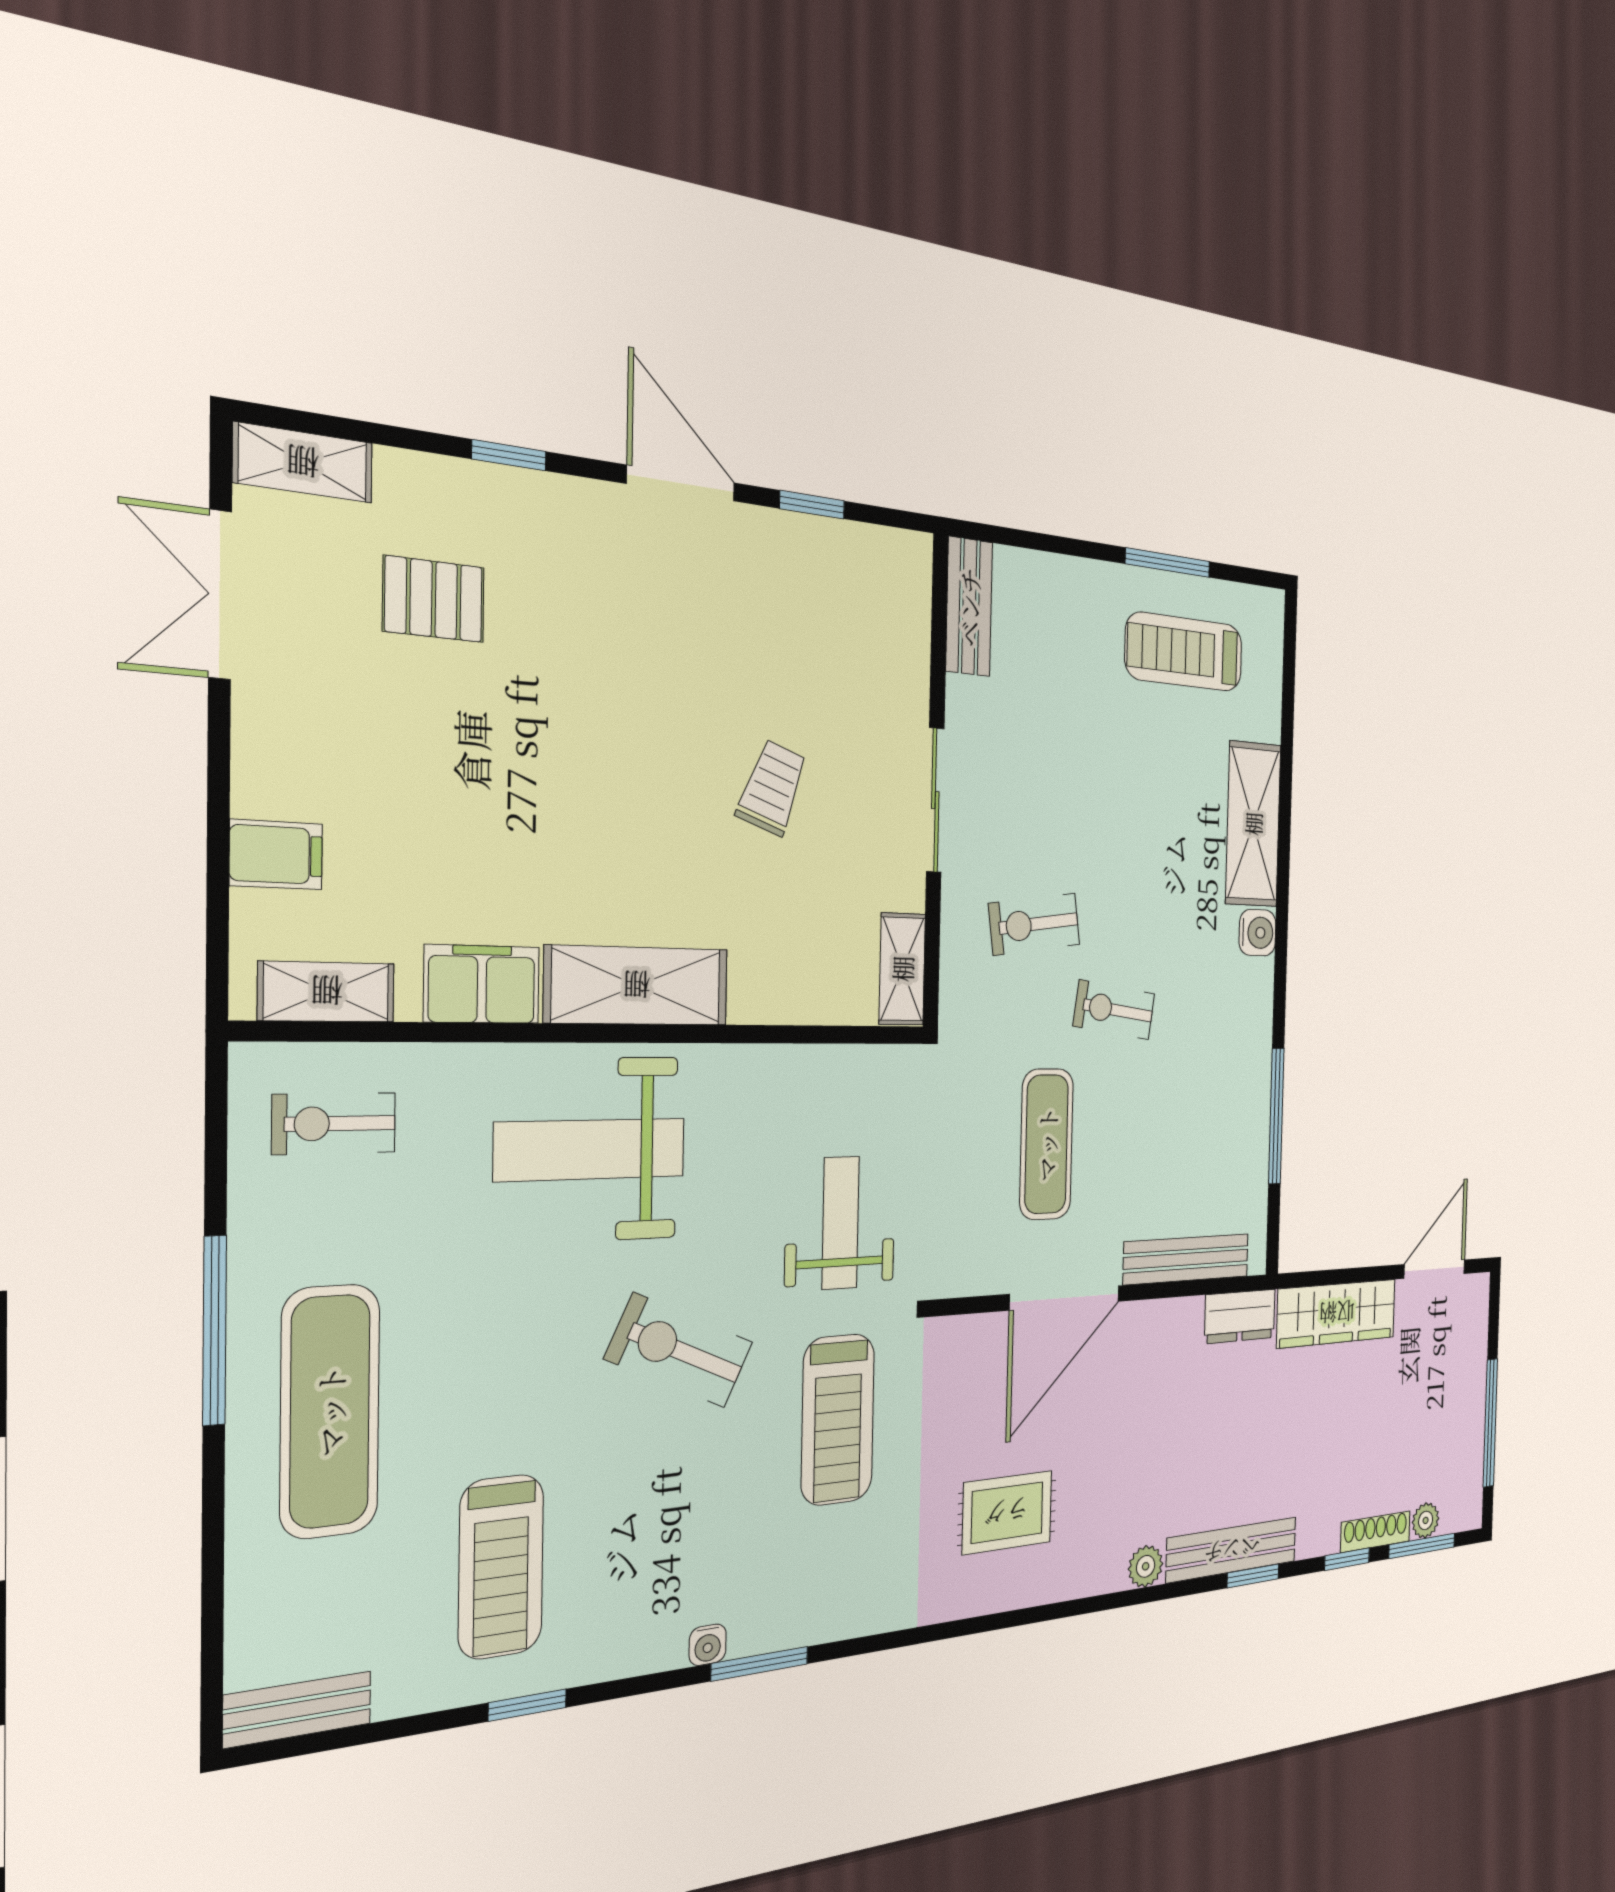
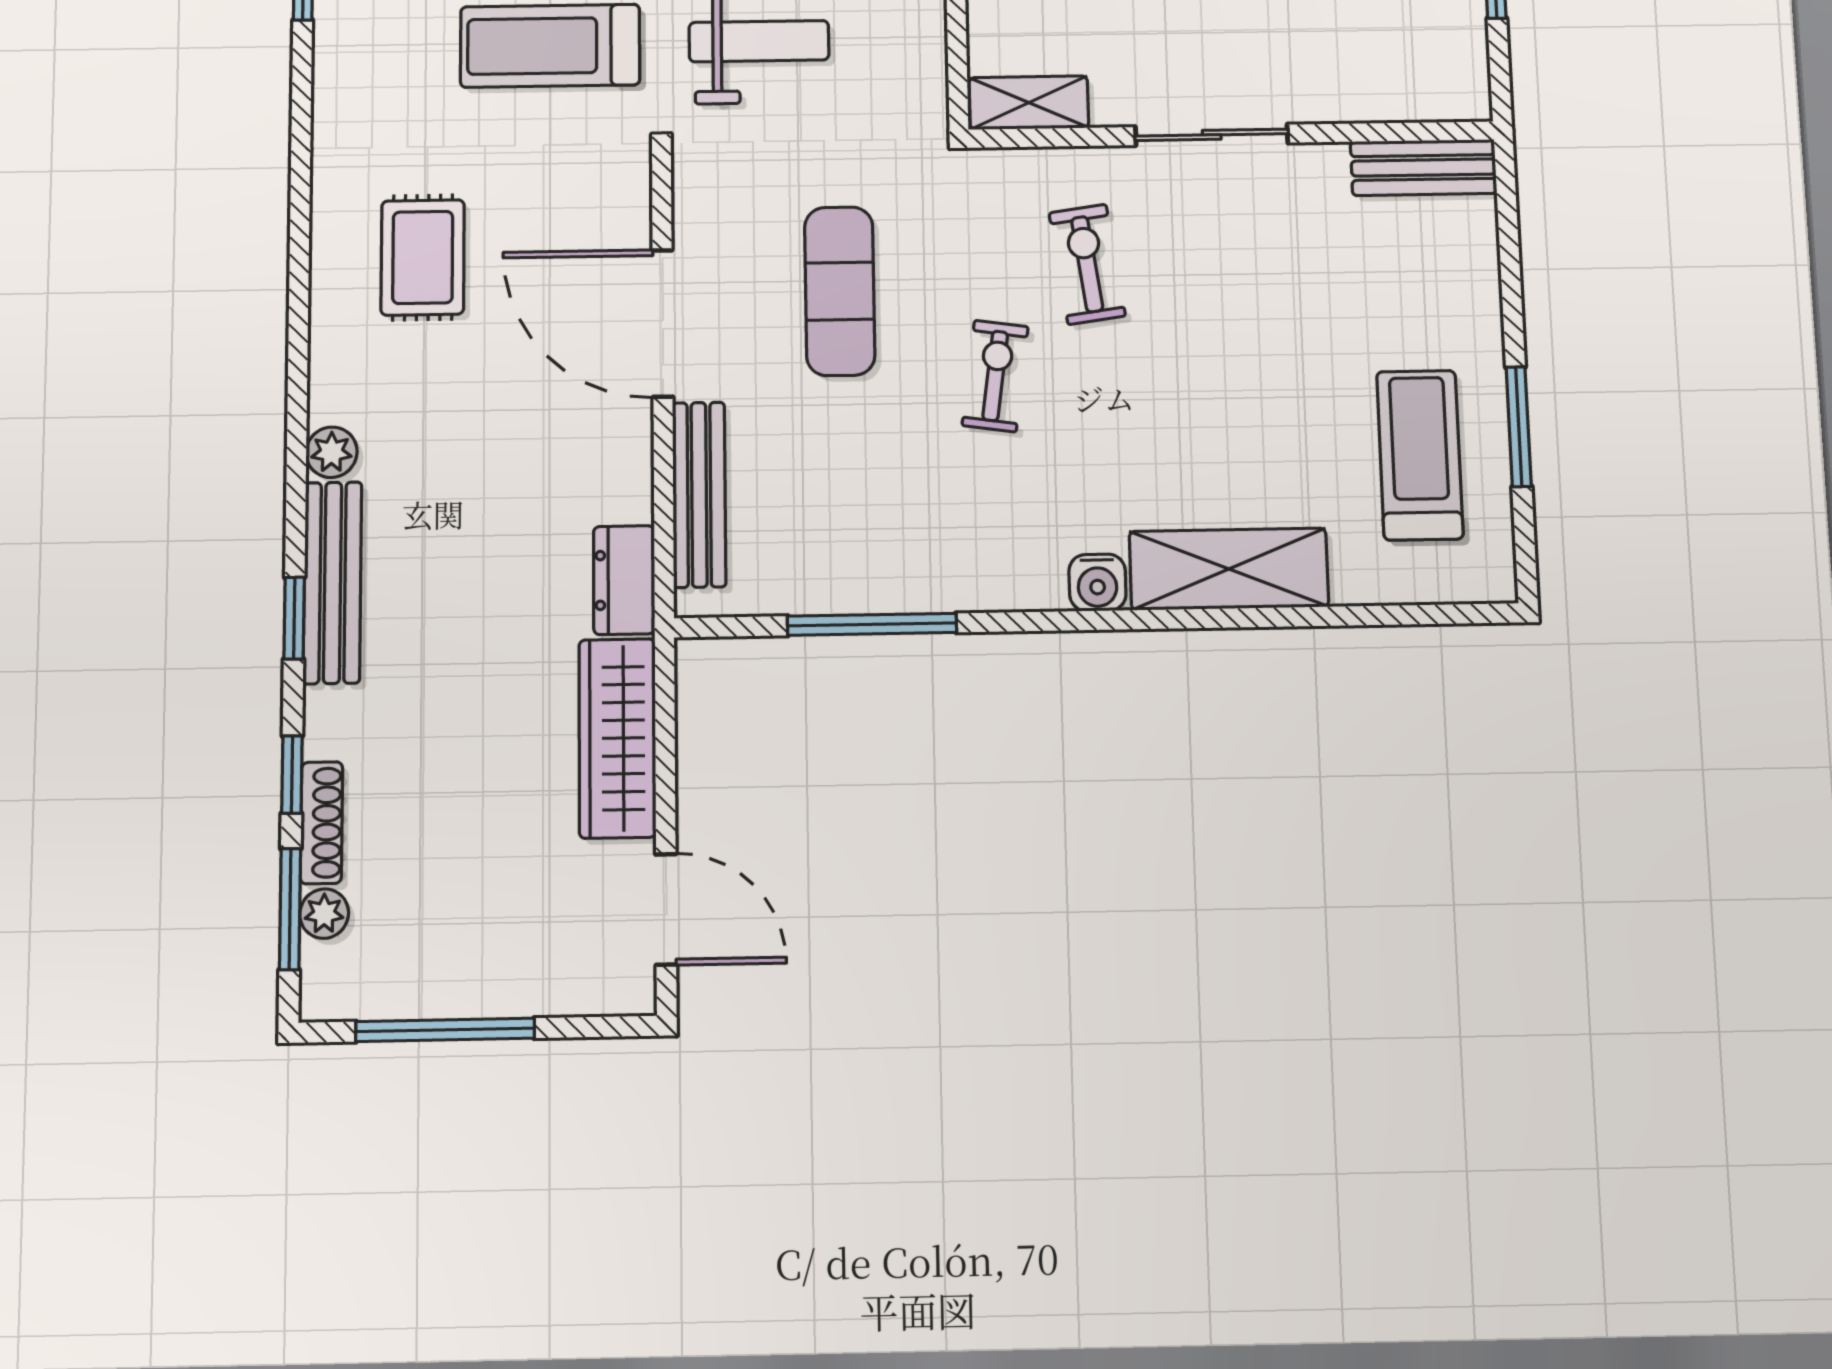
exercise mat: (1047, 1144) -> (840, 291), turned 90

